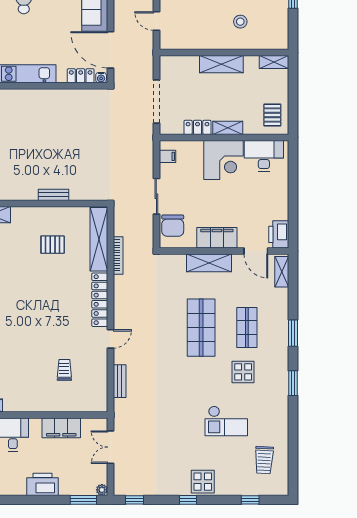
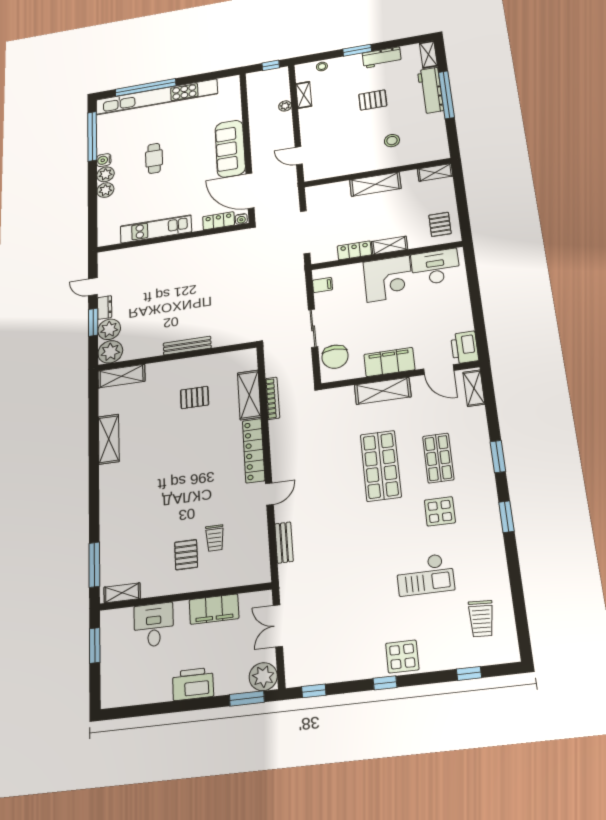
bench: (53, 195) -> (187, 346), width x1.36
shelving: (99, 239) -> (249, 395), width x0.68
trolley: (64, 370) -> (215, 538), turned 180
pallet: (41, 381) -> (186, 555), added
plant: (102, 490) -> (263, 677), width x1.88, depth x1.88

